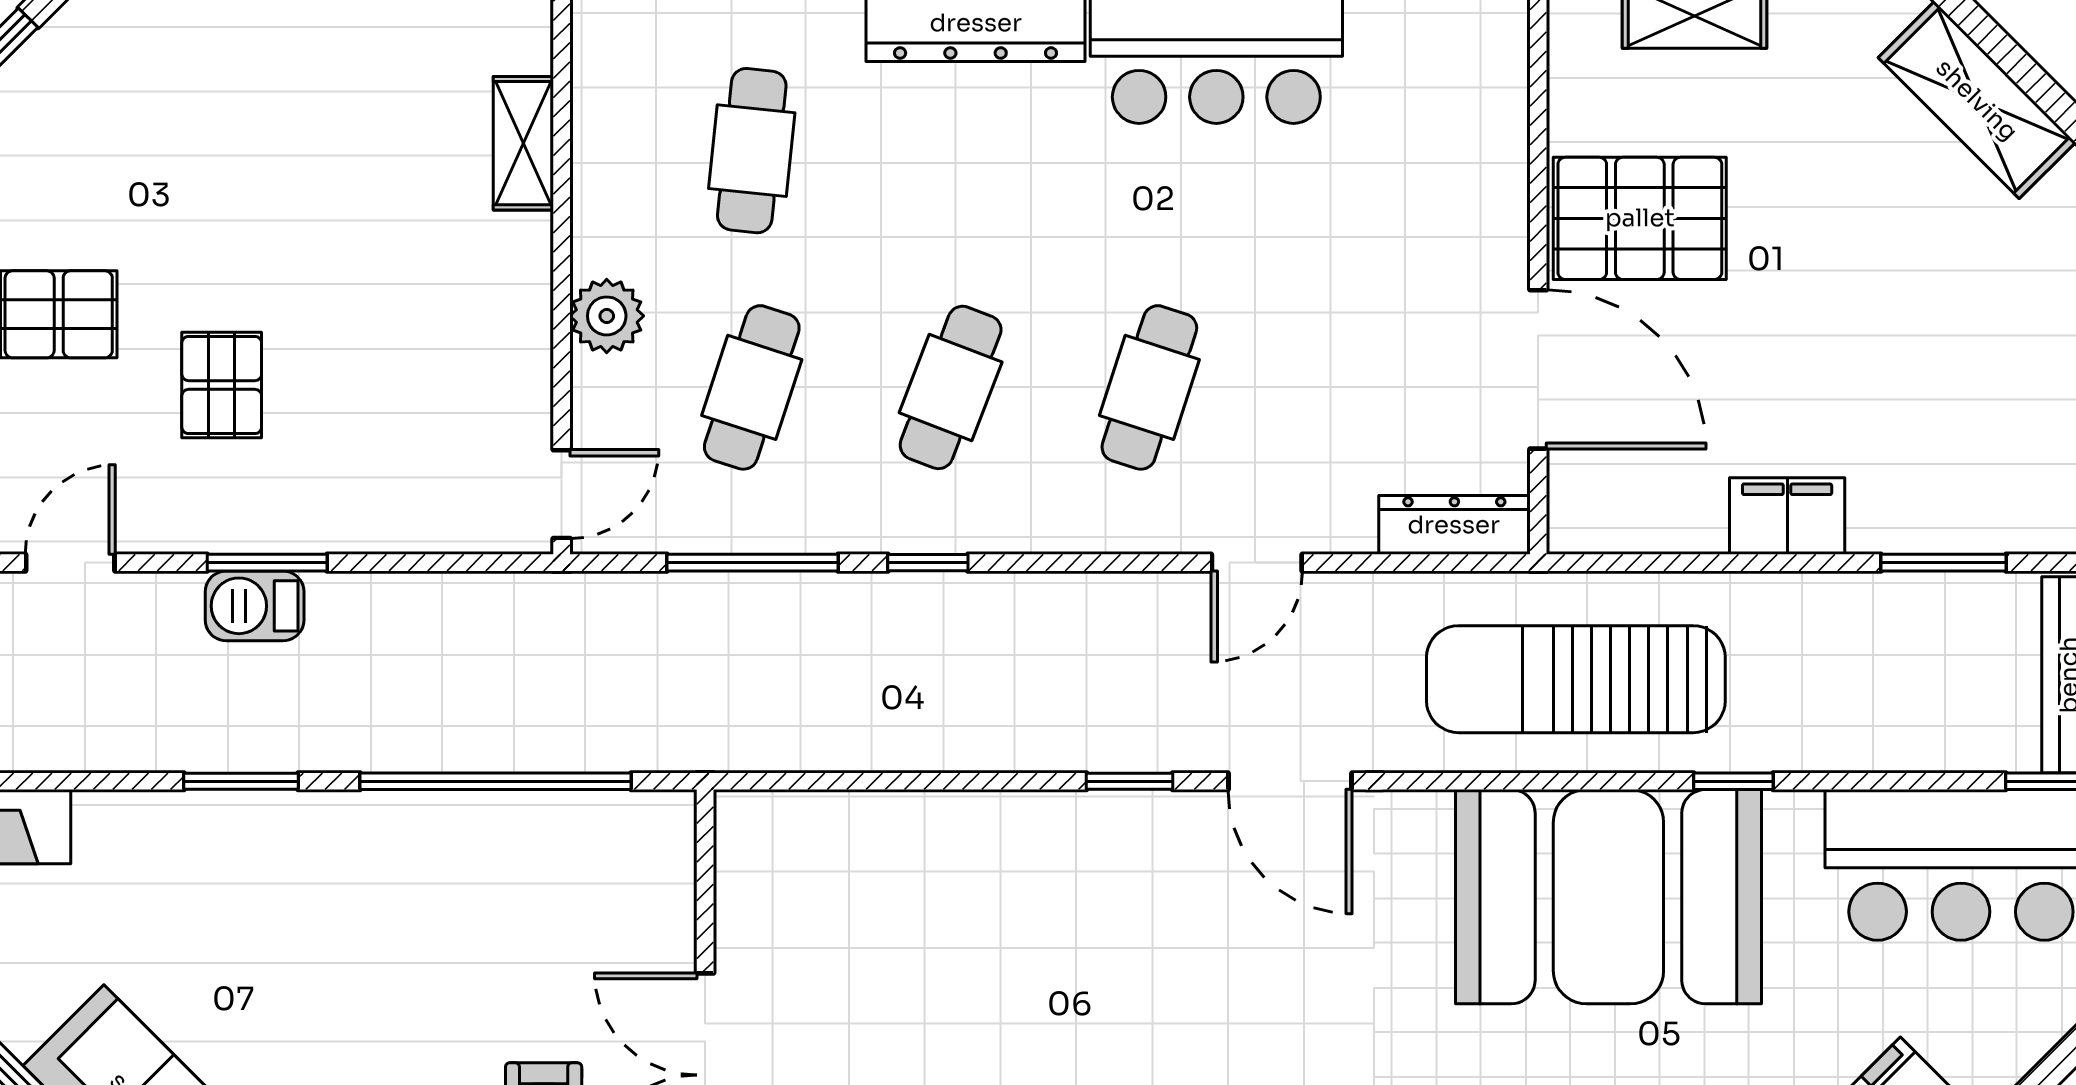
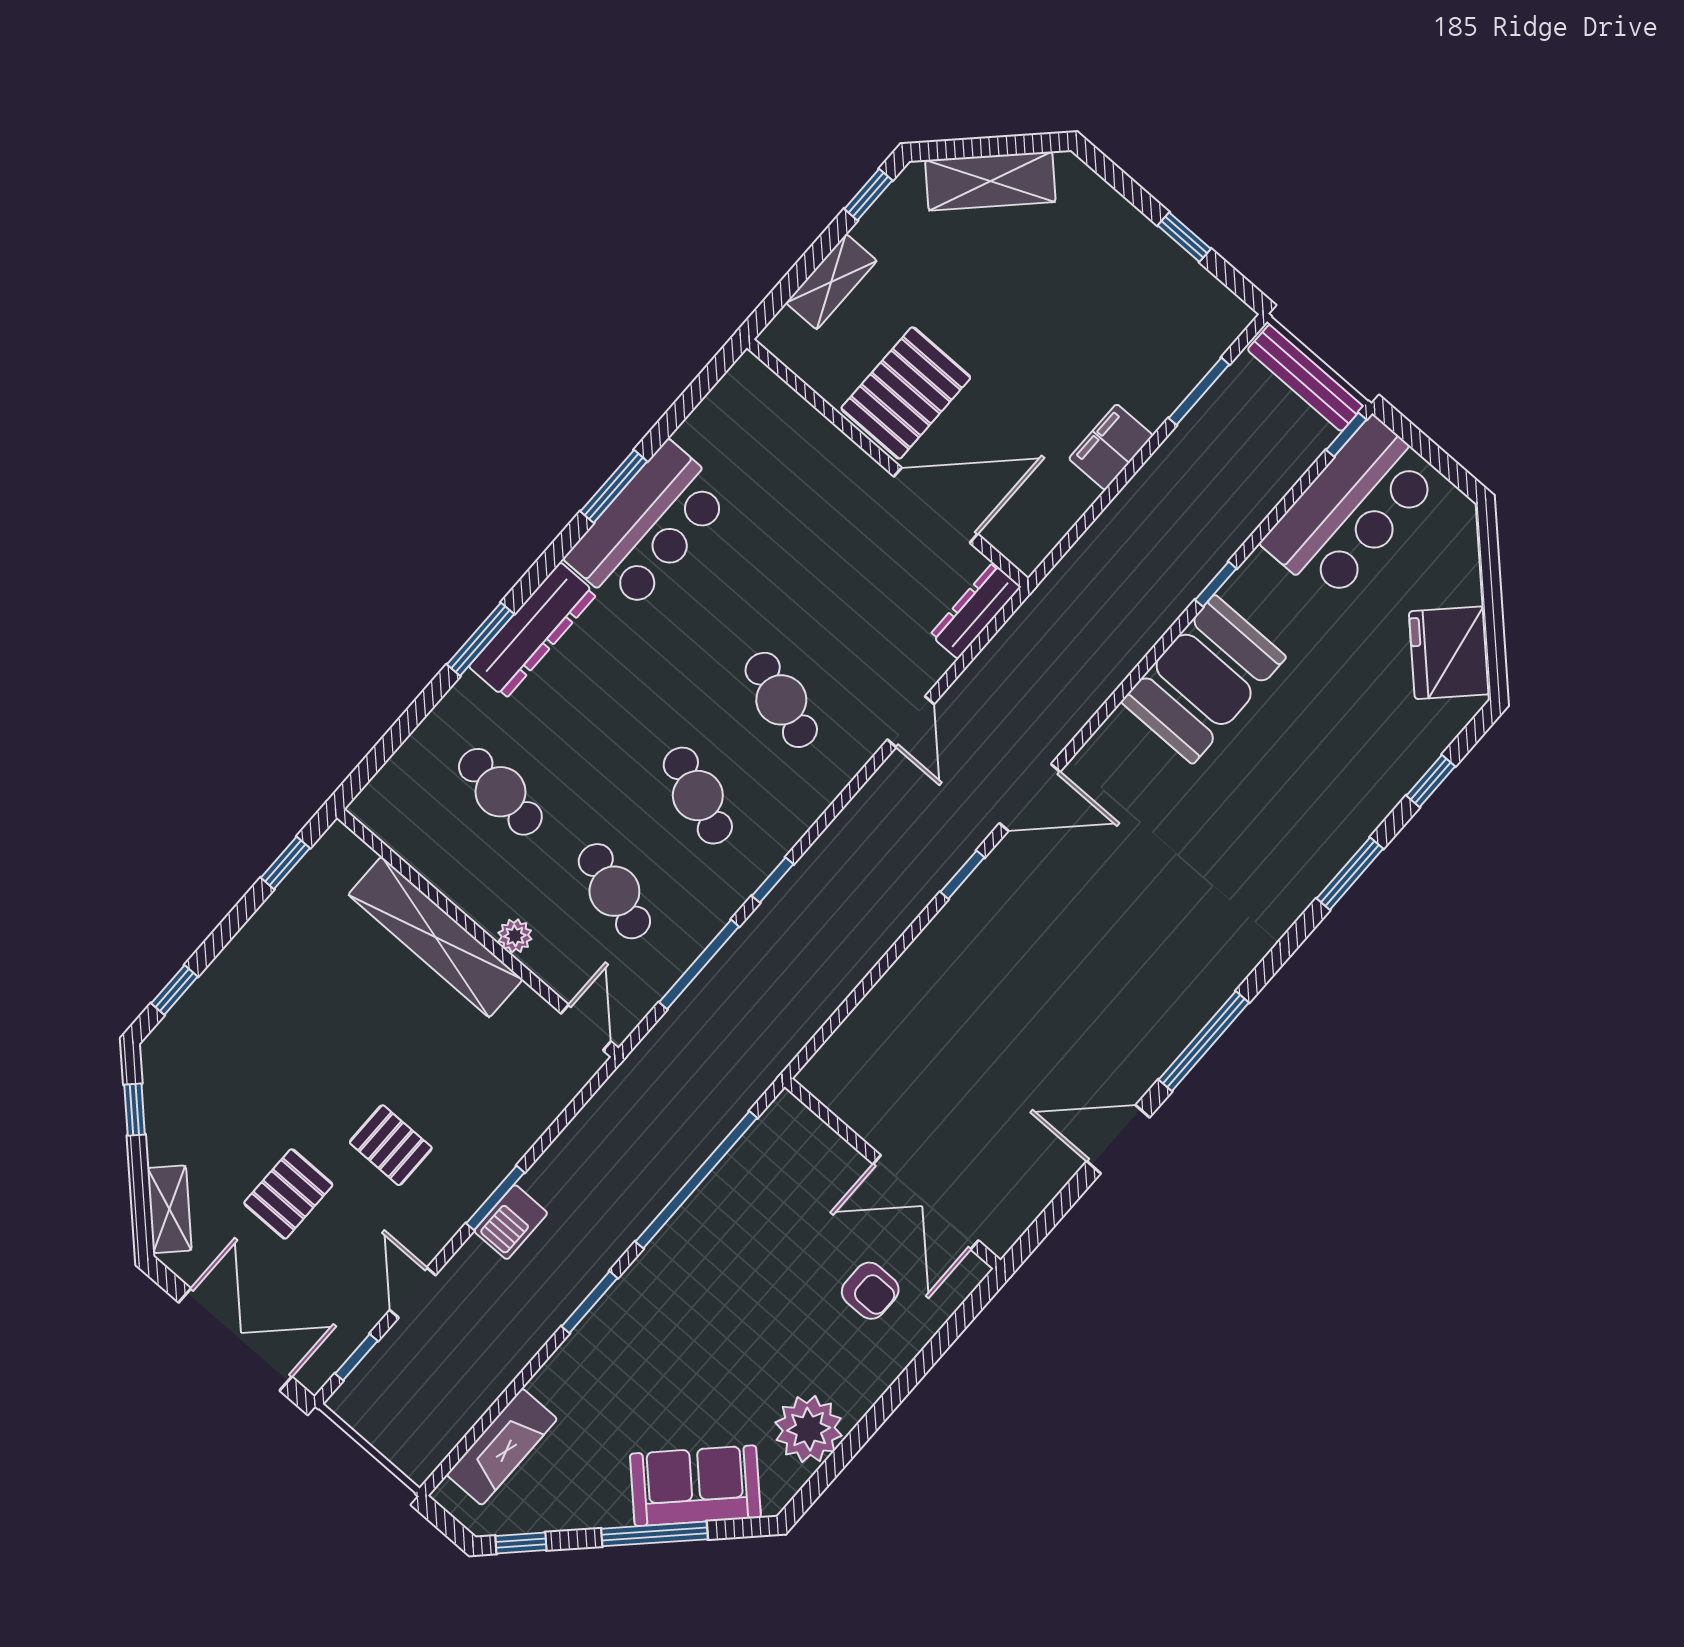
shelving: (523, 143) -> (435, 937), width x2.20, depth x1.33
plant: (607, 316) -> (515, 936), width x0.73, depth x0.73
sun lounger: (1576, 679) -> (1101, 617), removed
booth: (1608, 897) -> (1204, 679), width x0.73, depth x0.70

